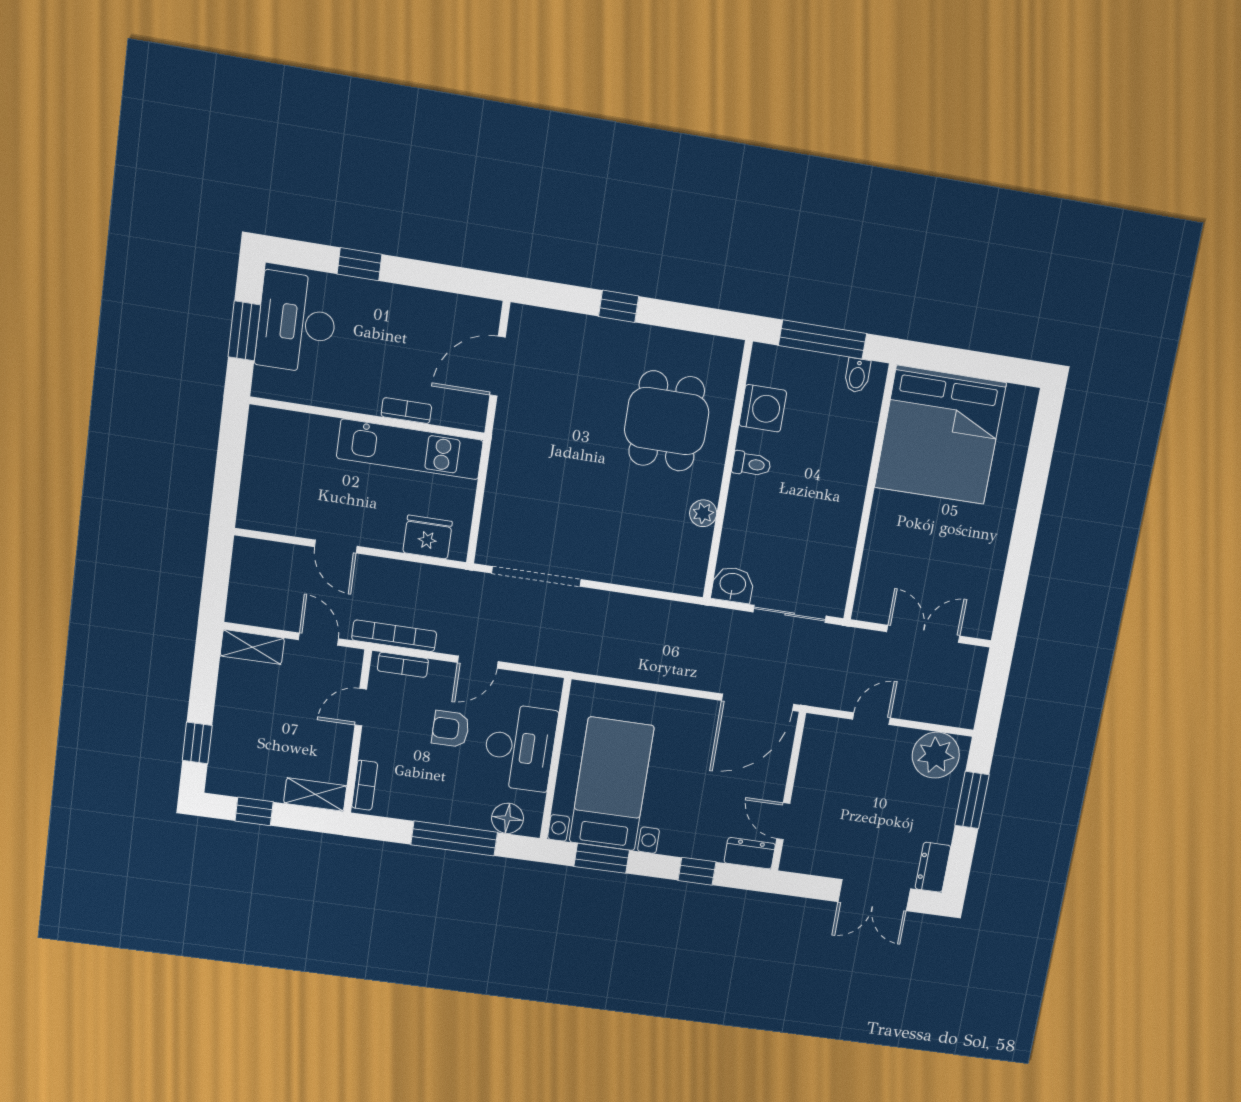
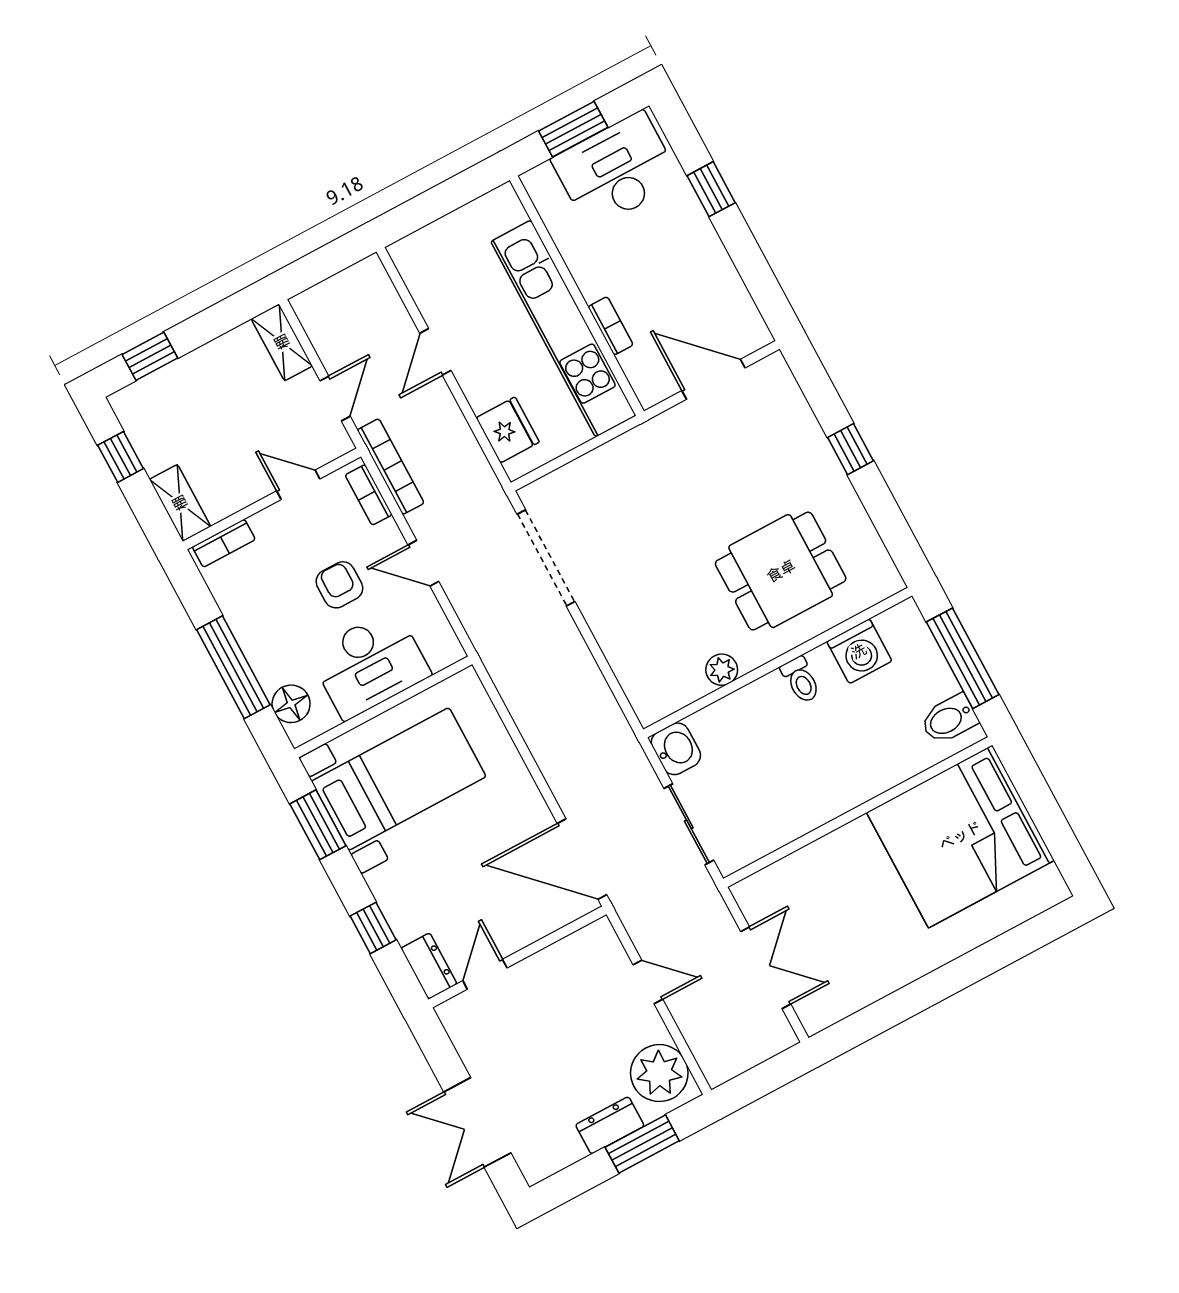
bidet: (857, 375) -> (949, 719), width x1.38, depth x1.36
kitchen unit: (410, 449) -> (563, 329), width x1.36
dresser: (933, 867) -> (610, 1125), moved

